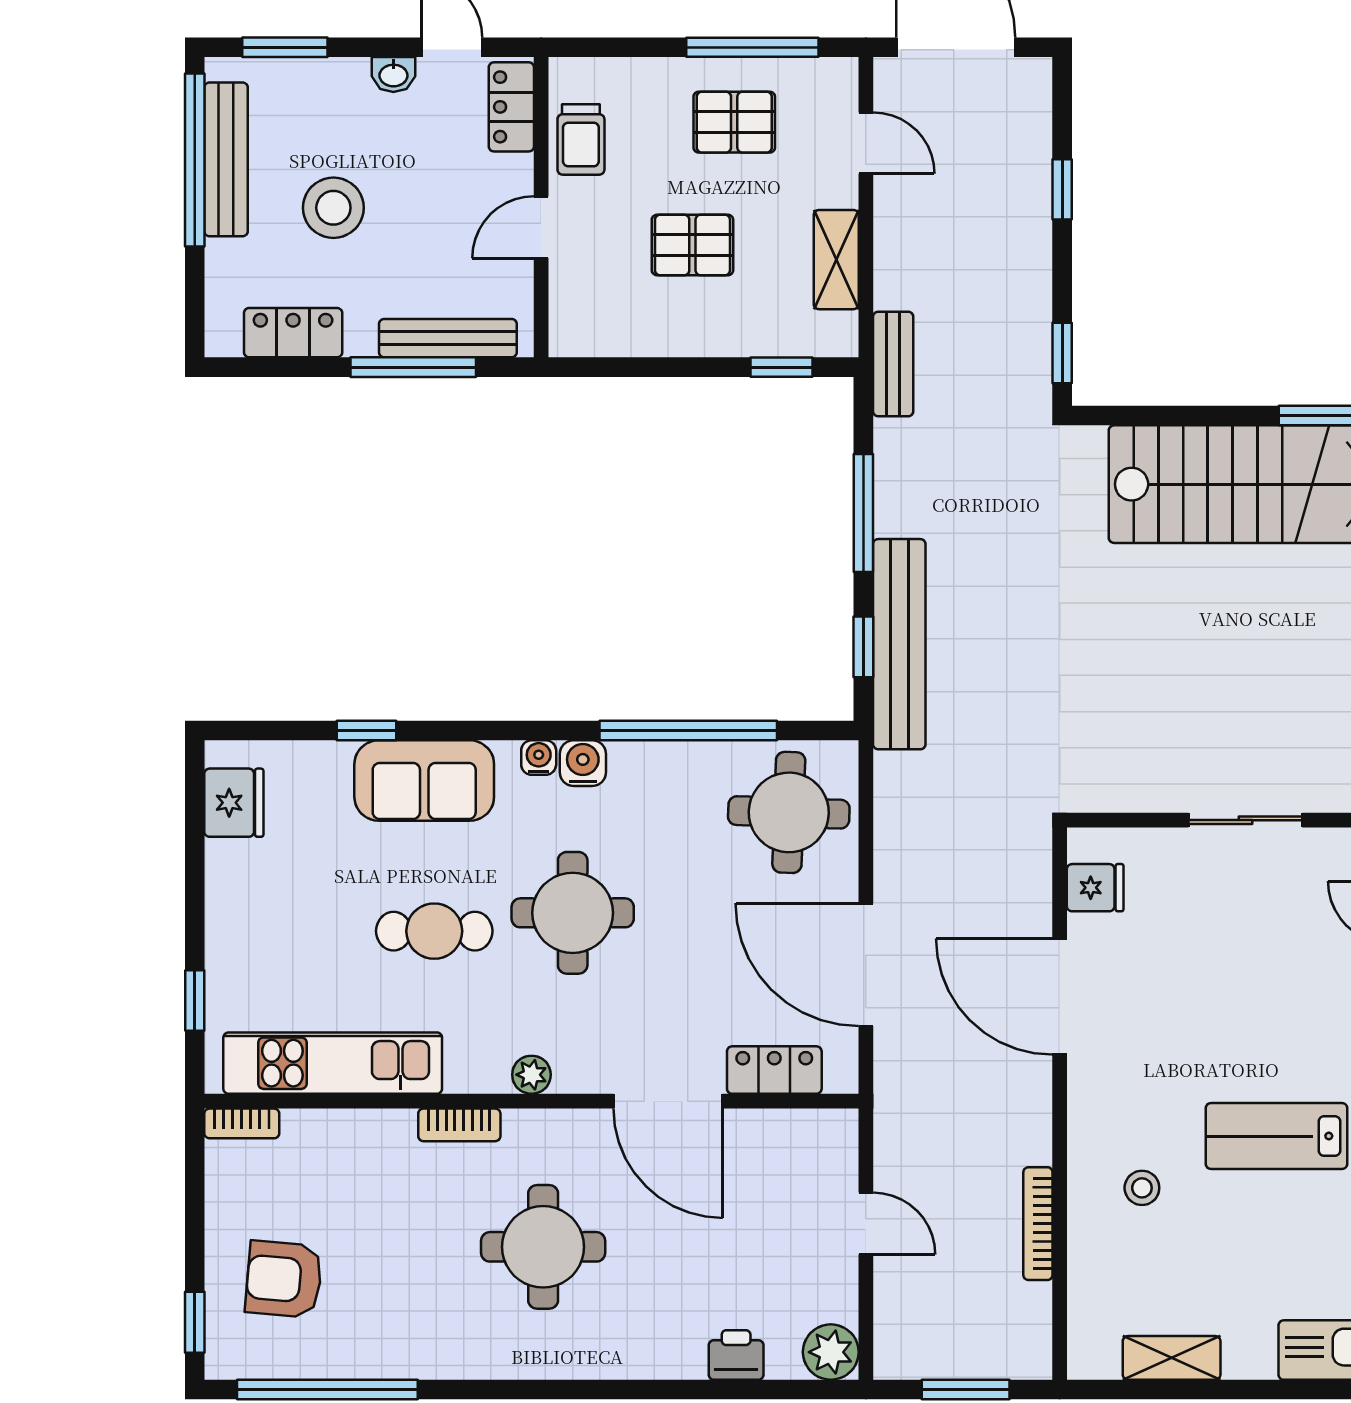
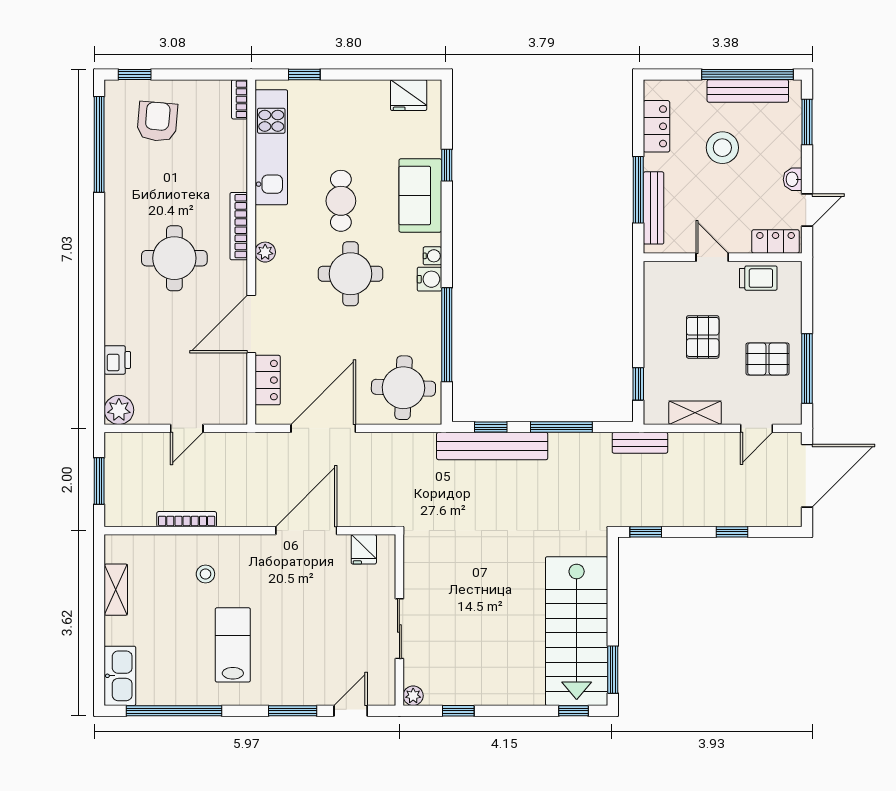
pallet: (734, 122) -> (767, 359), turned 90
trolley: (581, 139) -> (758, 278), turned 180
bookcase: (459, 1125) -> (239, 226), width x1.56

